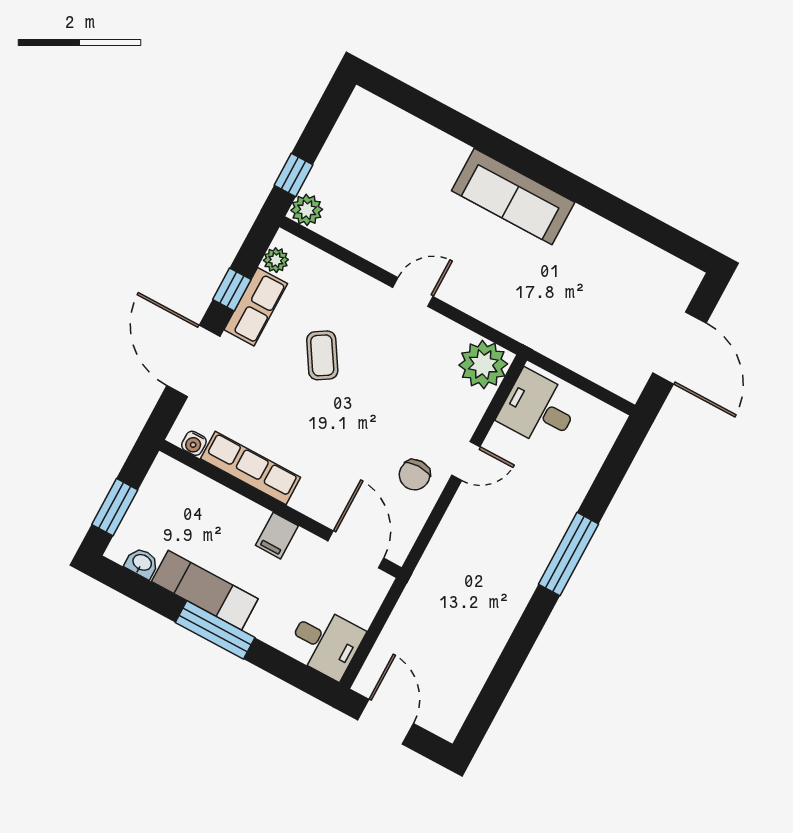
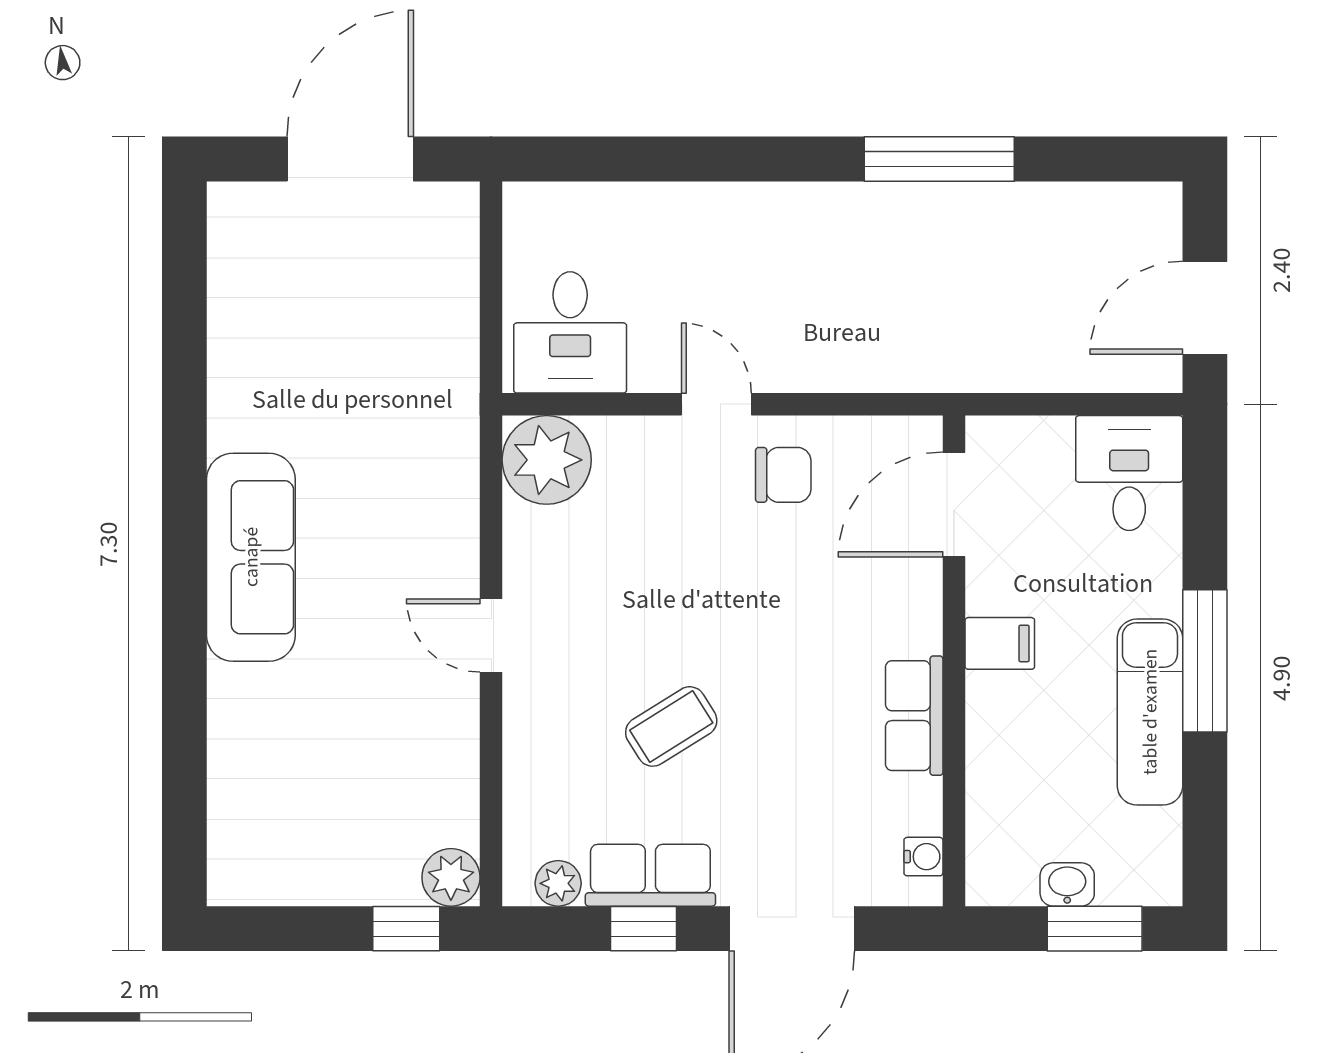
row of seats: (251, 468) -> (914, 716), width x0.68
window: (568, 554) -> (939, 159), moved
washbasin: (142, 563) -> (1067, 884), moved, turned 90

